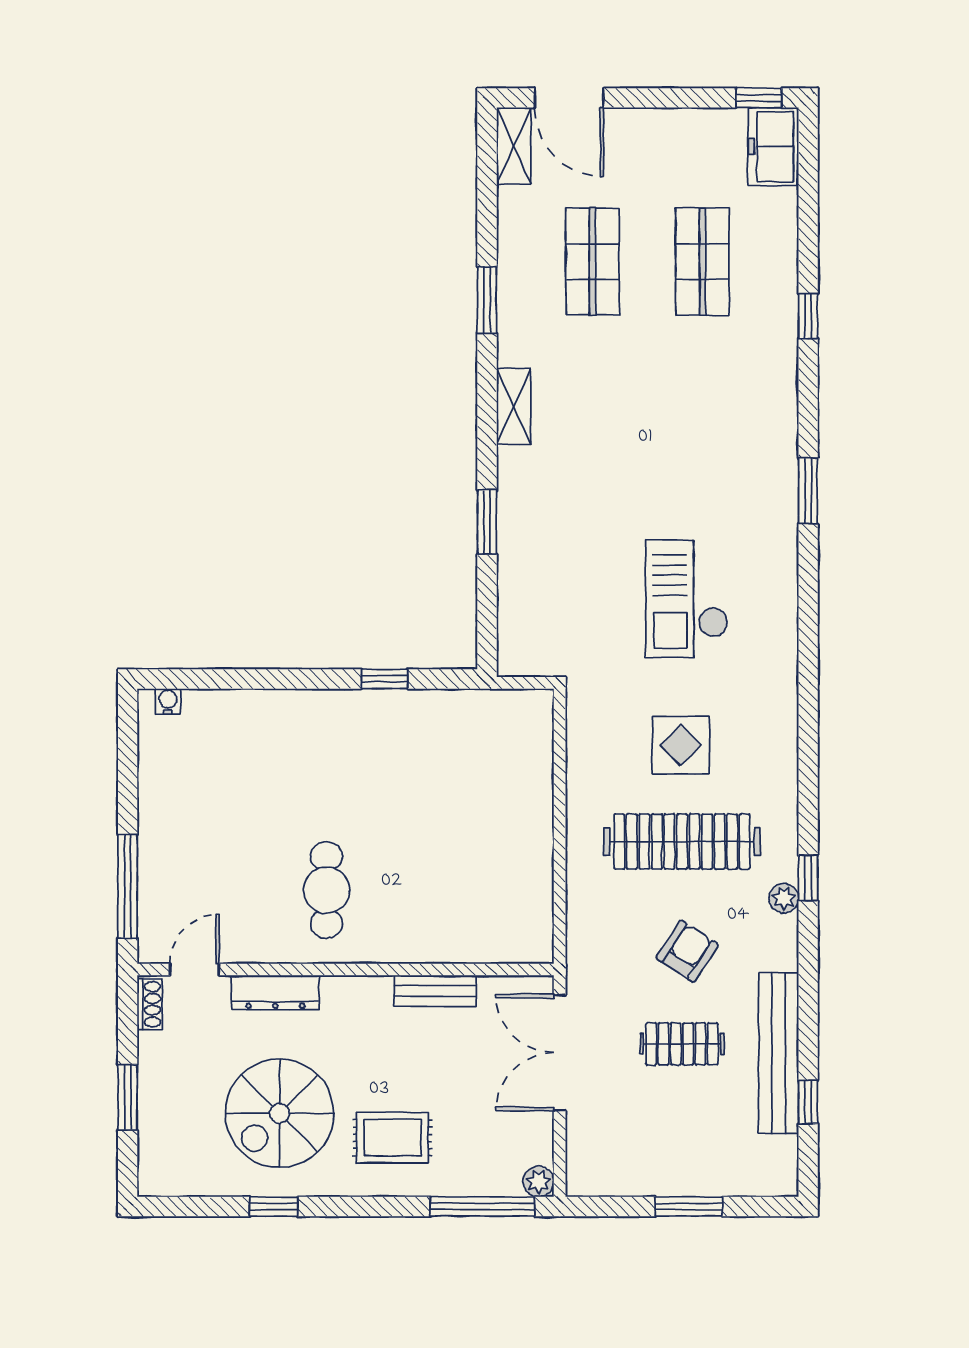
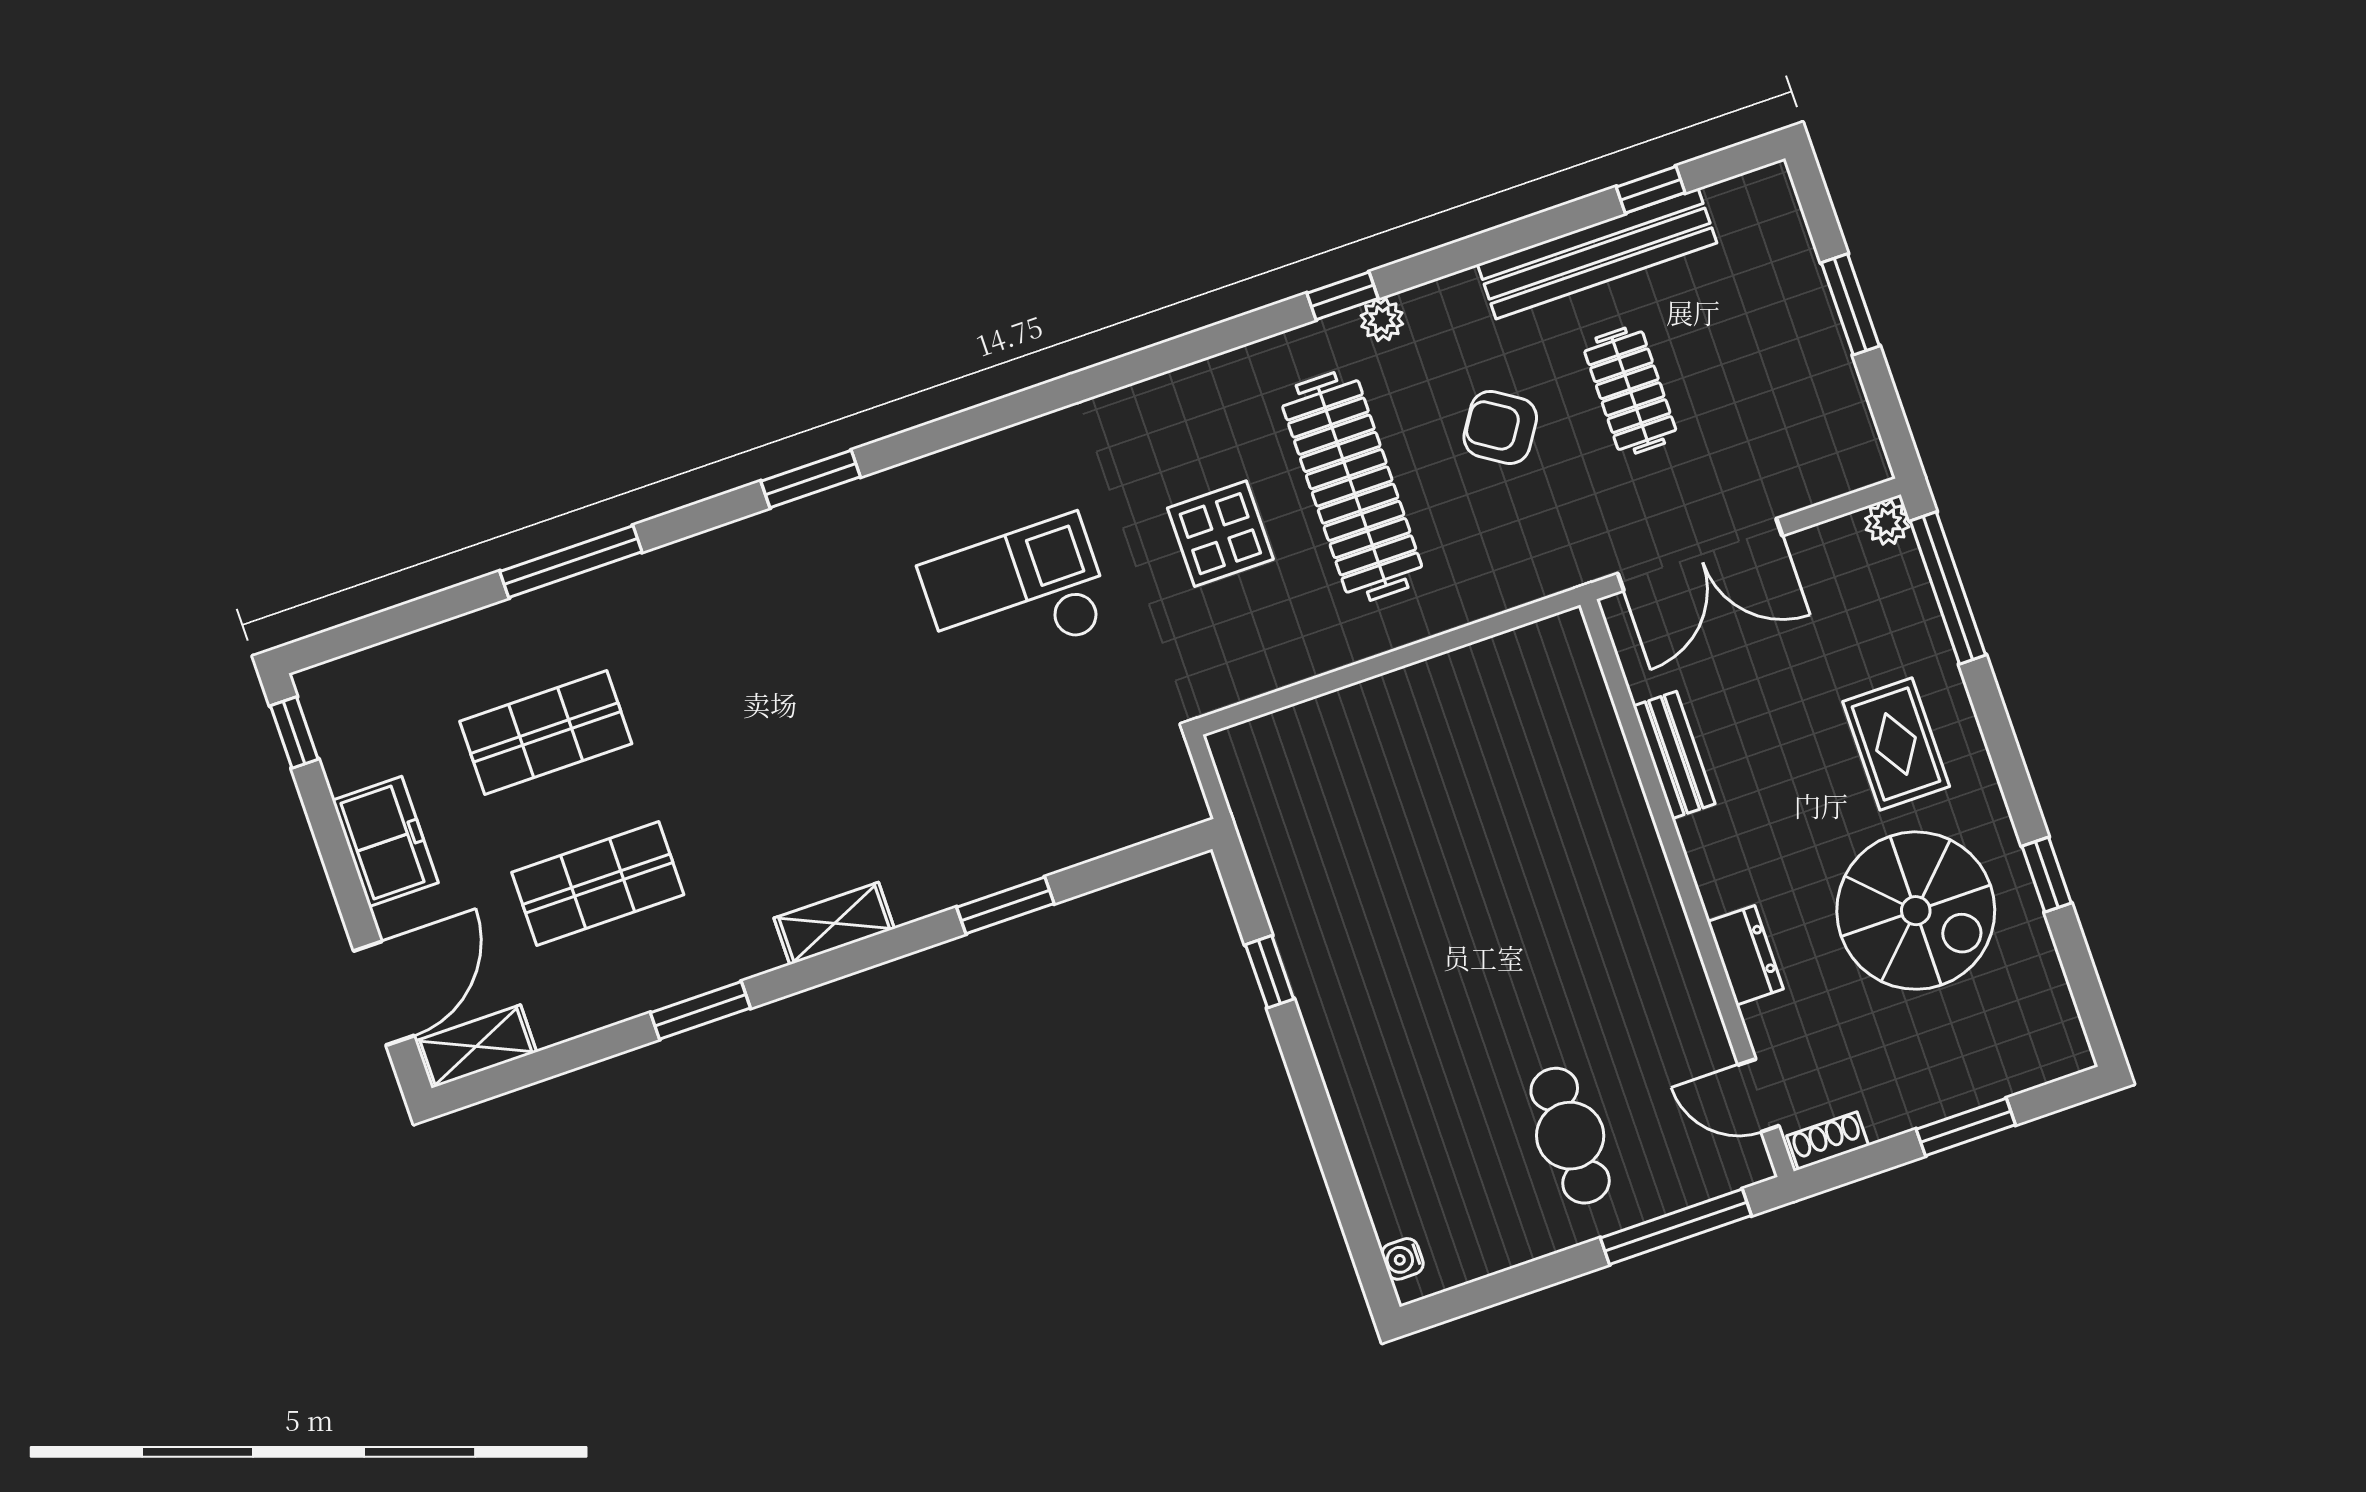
freezer: (773, 147) -> (385, 842), moved, turned -90
window: (808, 316) -> (571, 562), width x2.17
checkout: (687, 599) -> (1016, 595), turned 180
cafe table: (326, 890) -> (1570, 1136), moved, turned 90
dresser: (275, 992) -> (1745, 955), width x0.70

